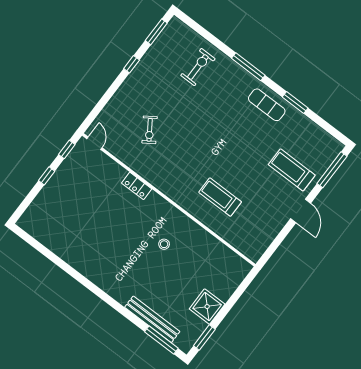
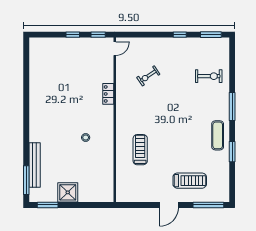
treadmill: (292, 170) -> (190, 181), turned 90

